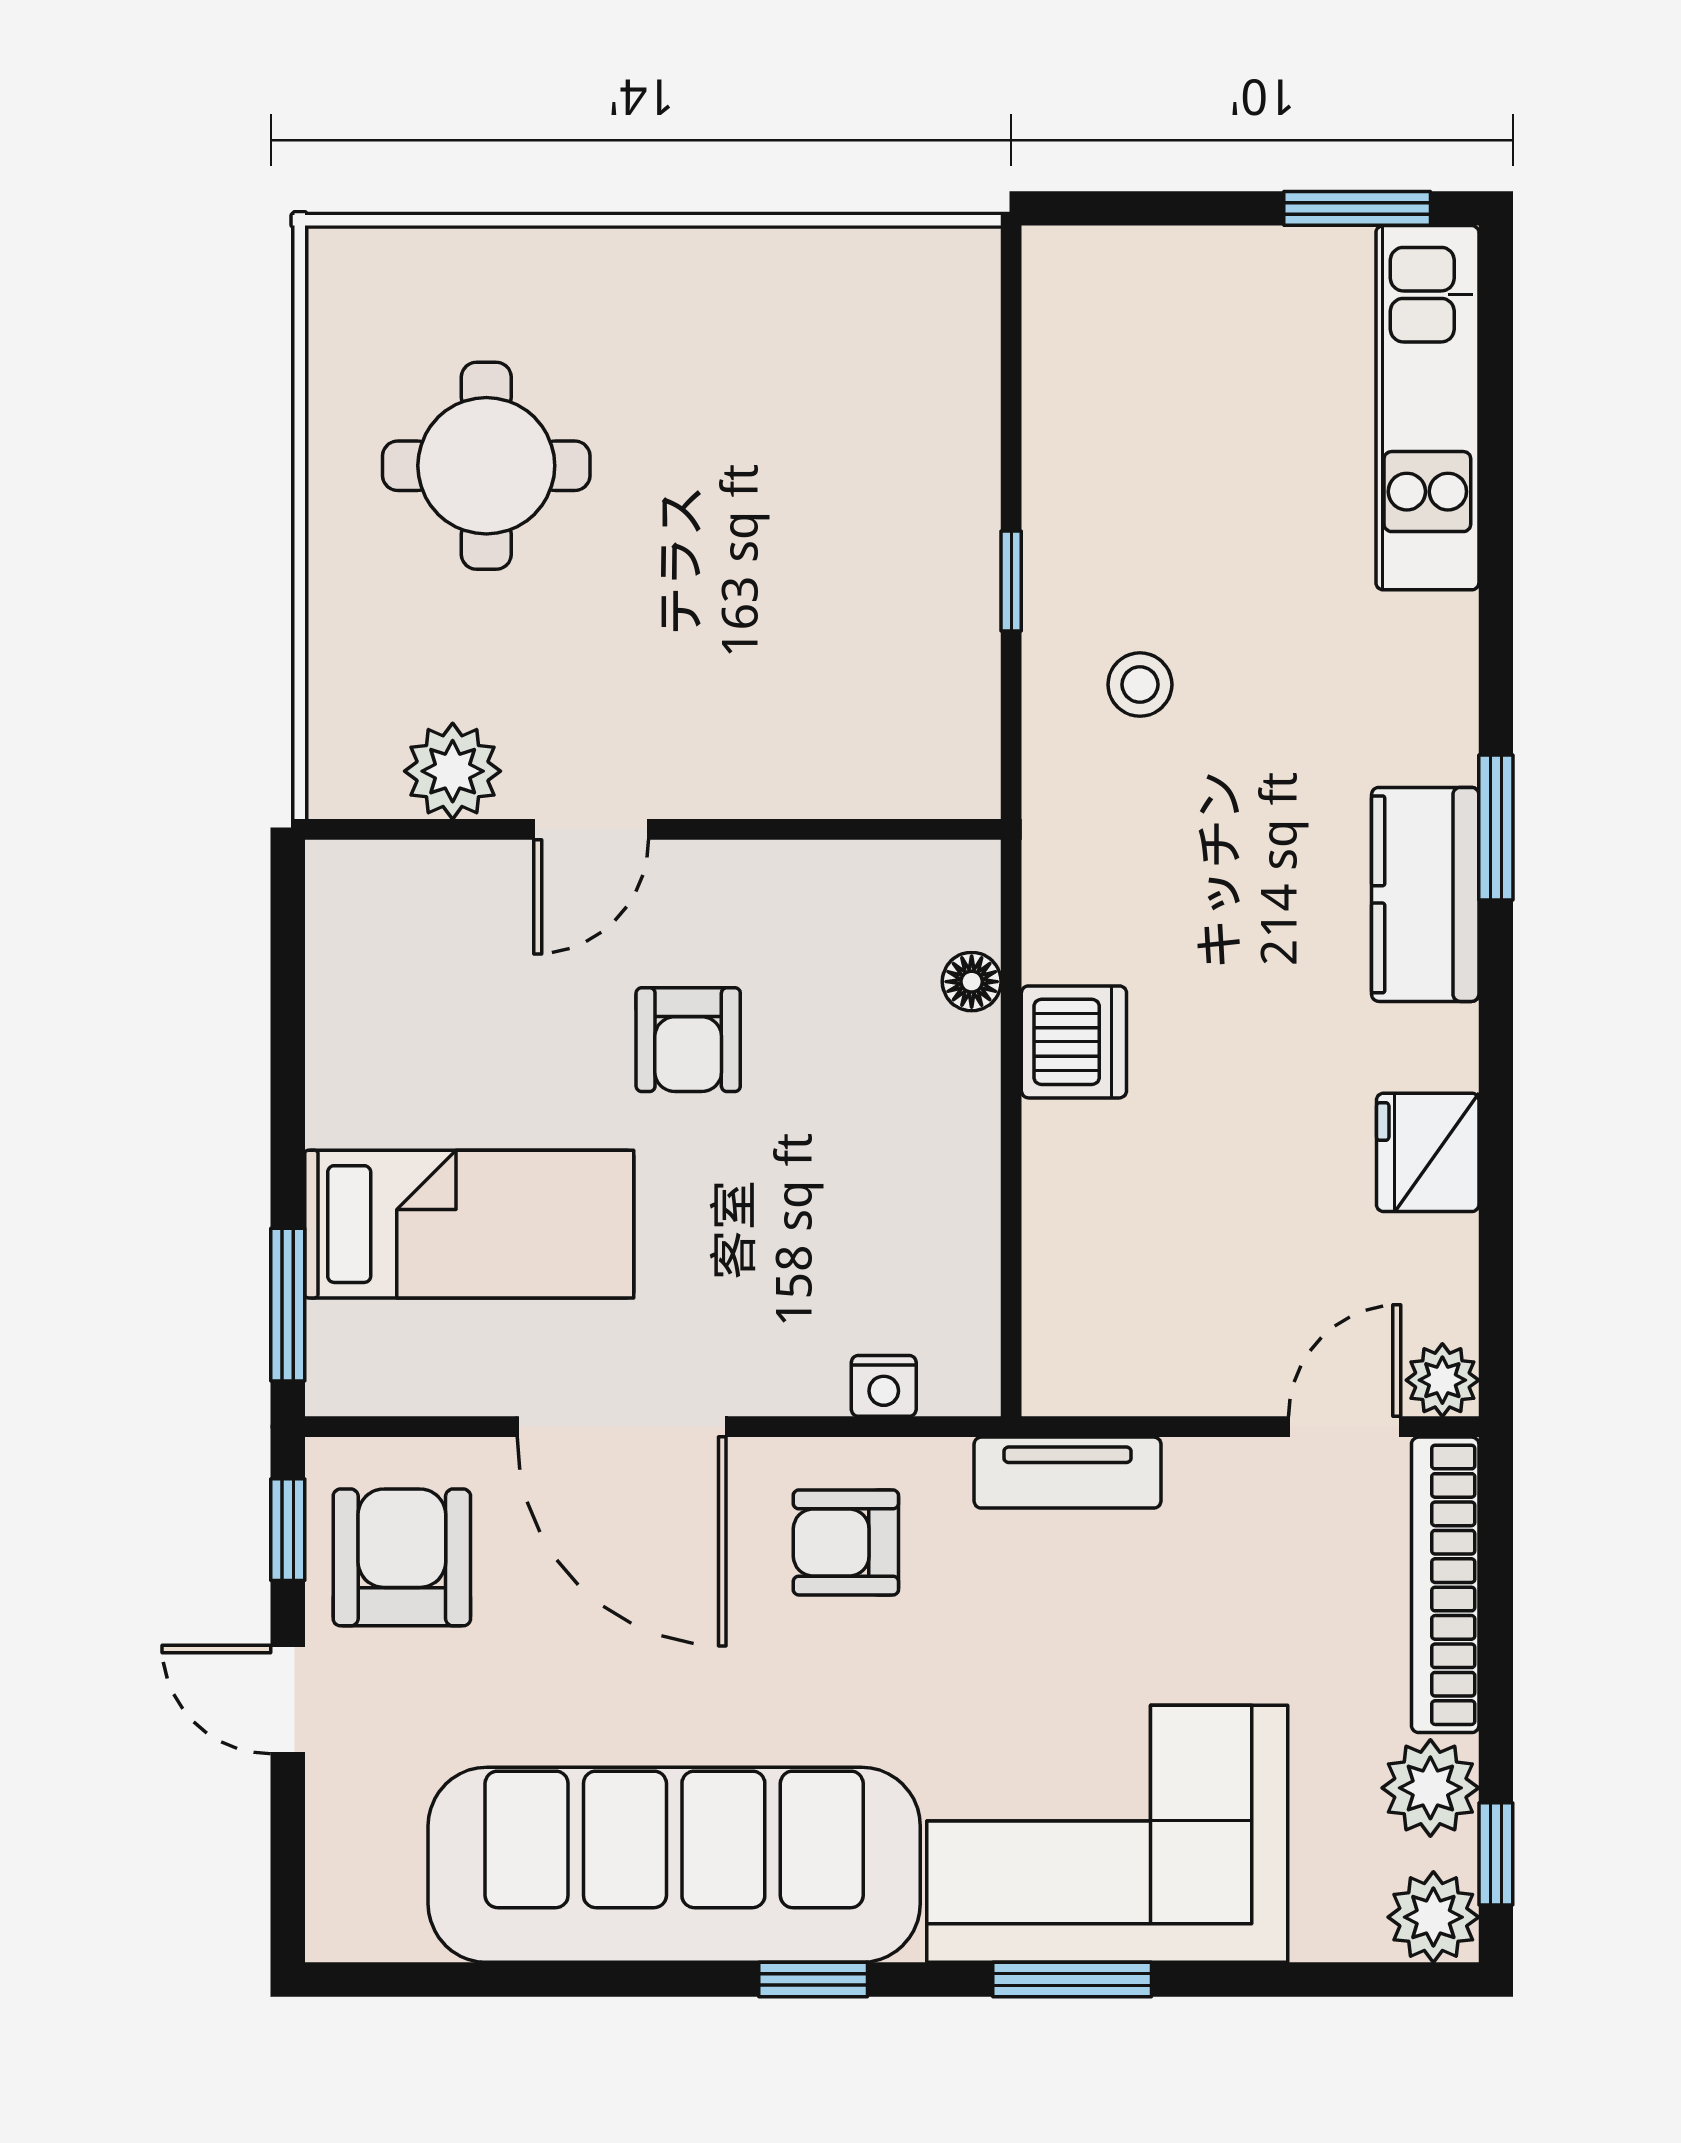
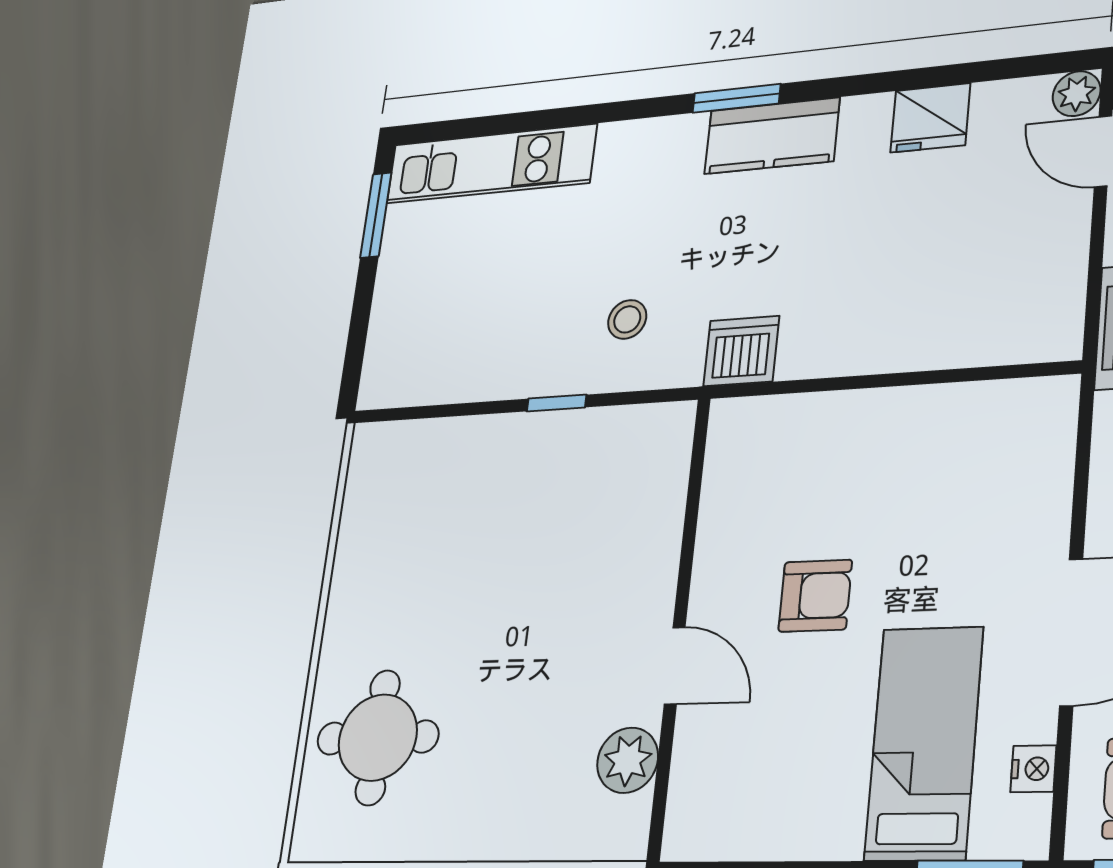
round table: (486, 466) -> (378, 738), moved
floor lamp: (972, 982) -> (796, 412), removed
dishwasher: (1074, 1042) -> (741, 351), moved
nightstand: (884, 1386) -> (1033, 769), moved

